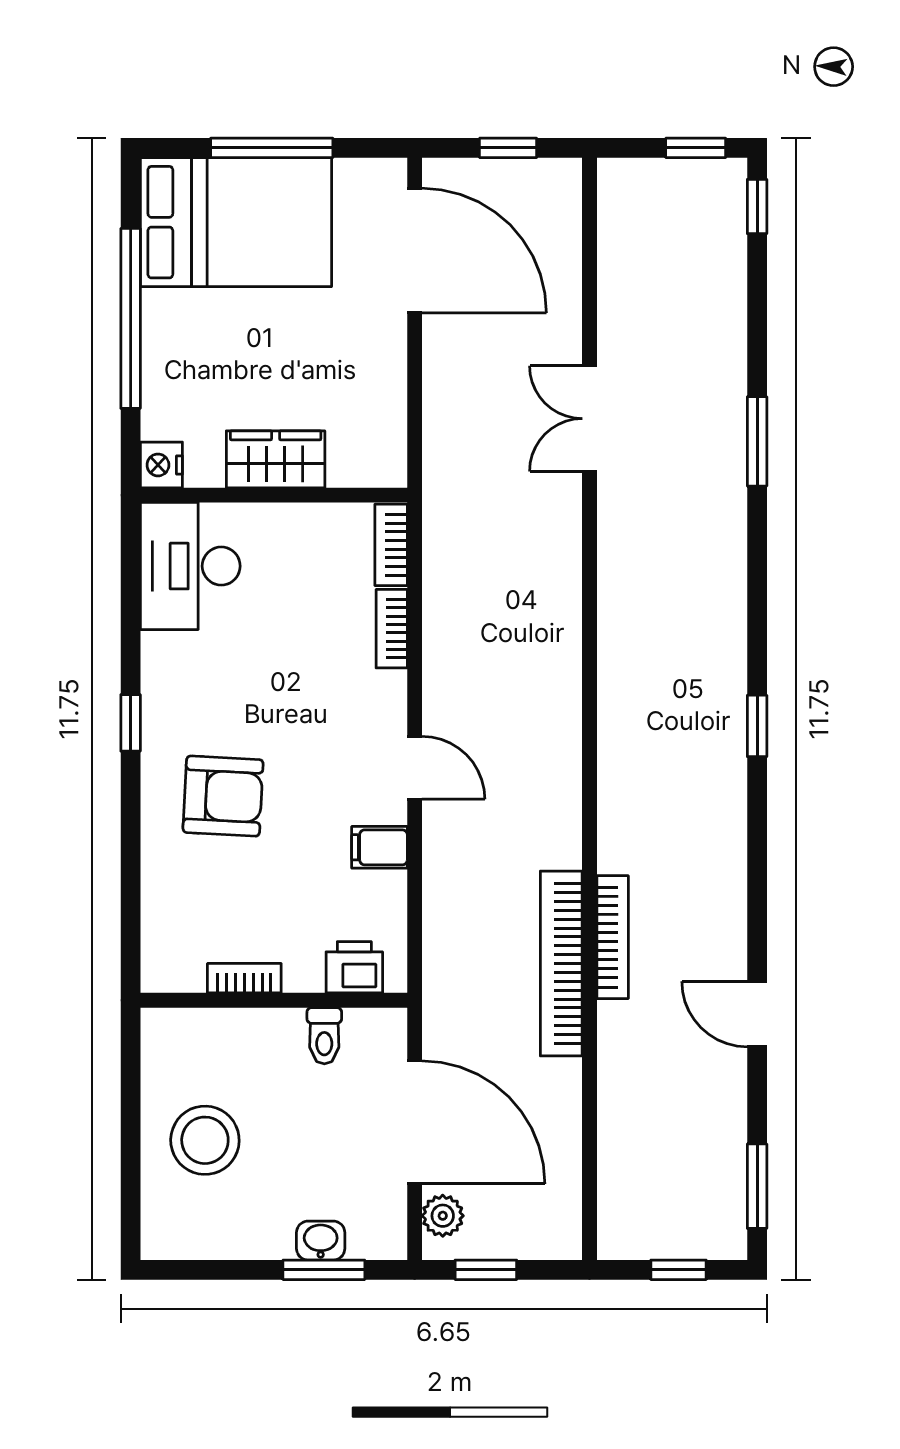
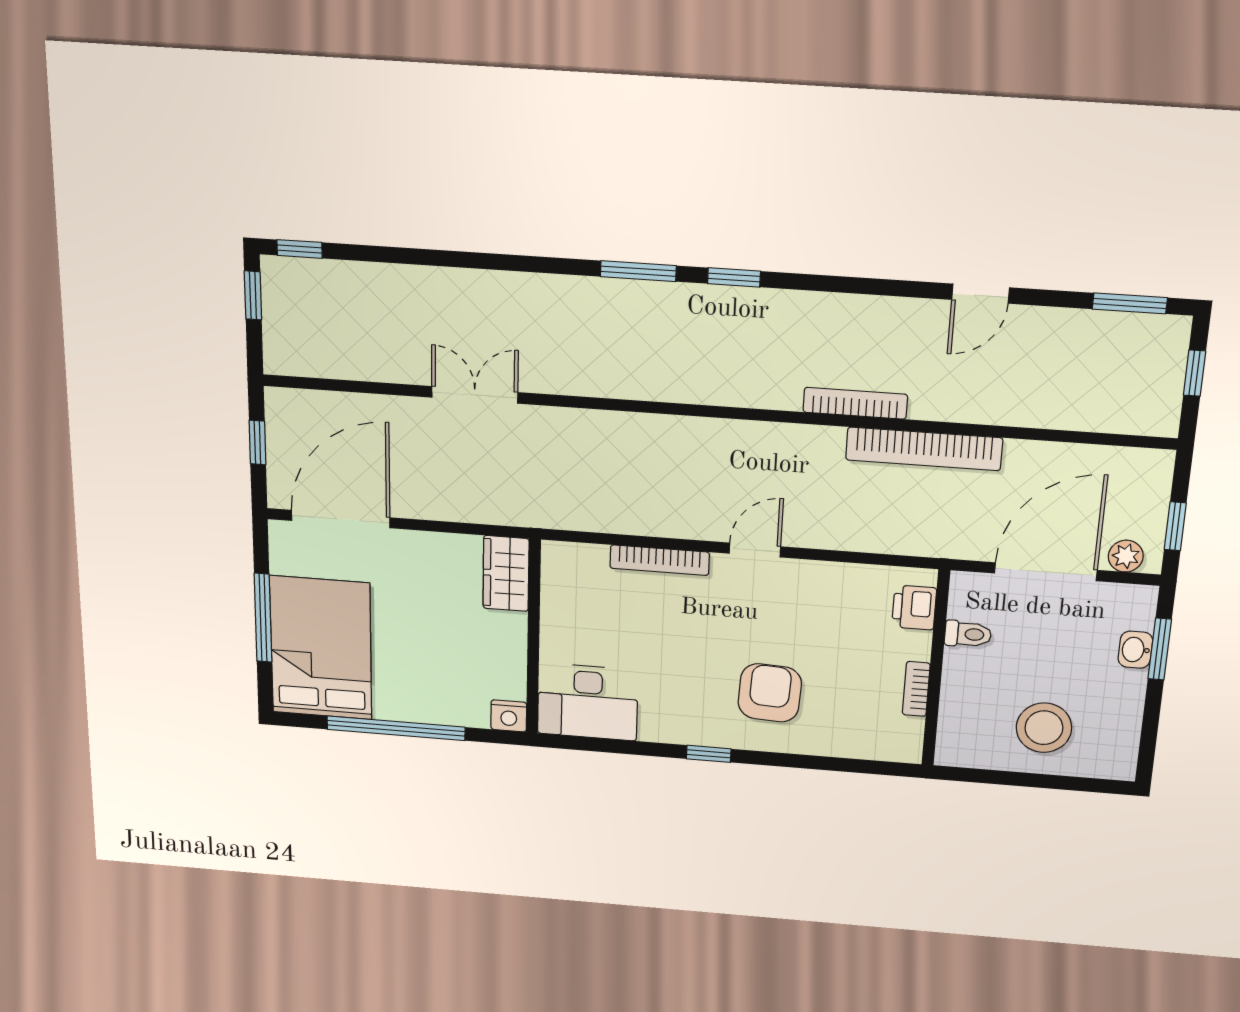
double door: (590, 419) -> (475, 395), swing flipped
window: (757, 441) -> (638, 271), moved
wardrobe: (276, 459) -> (506, 574), moved
bookcase: (391, 545) -> (575, 554), removed
bookcase: (392, 629) -> (660, 560), width x1.56
filing cabinet: (380, 847) -> (818, 581), removed
bookcase: (613, 937) -> (855, 403), moved

